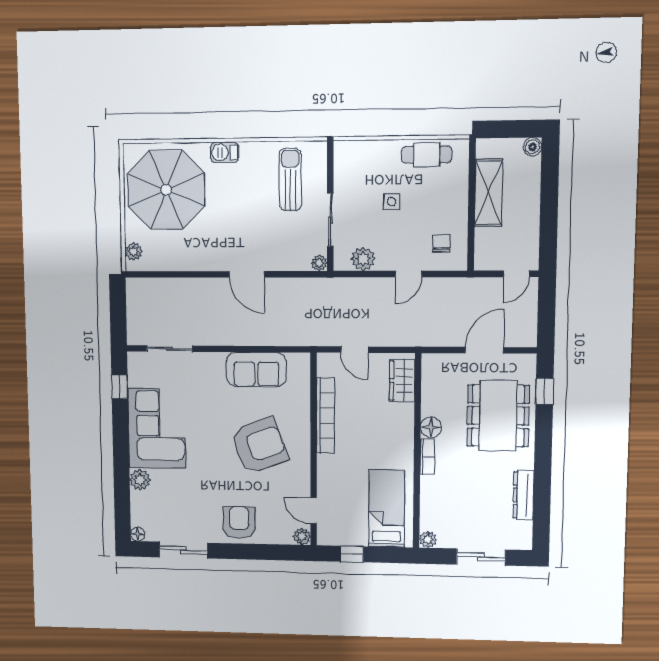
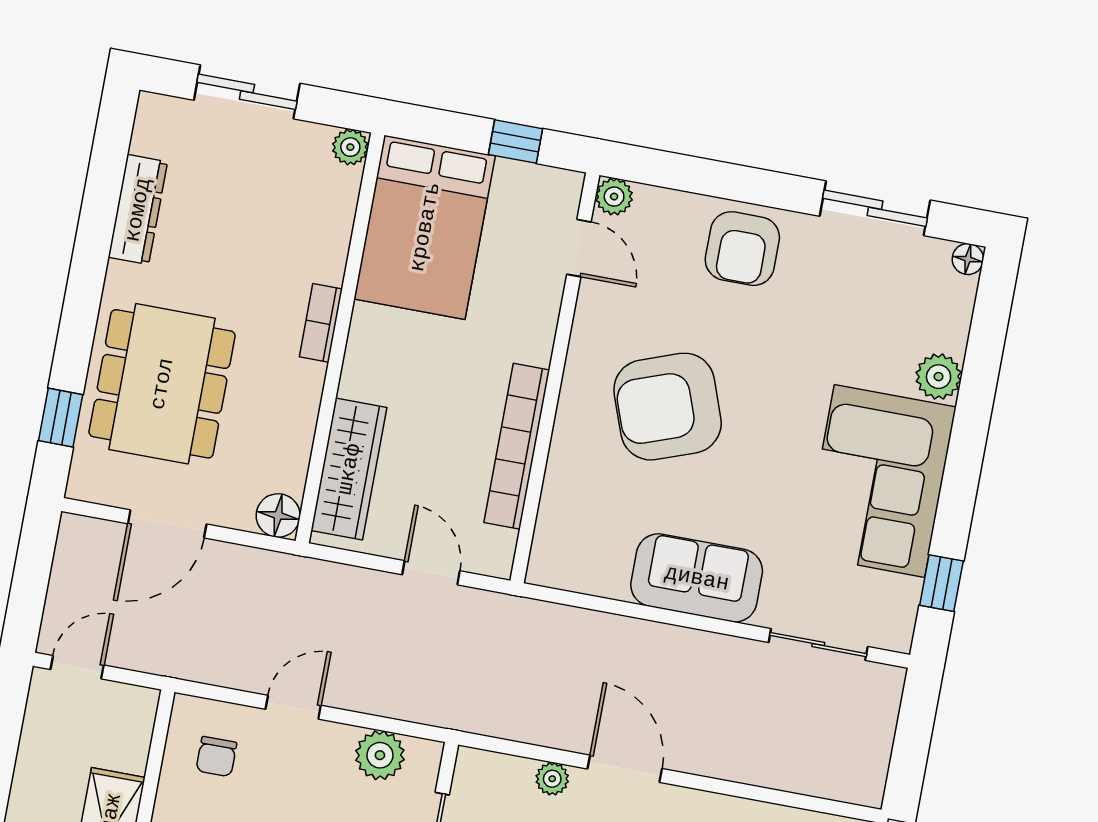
plant: (319, 263) -> (552, 779), moved
sofa: (256, 370) -> (697, 578), moved
wardrobe: (402, 381) -> (349, 469), width x1.50
floor lamp: (431, 427) -> (278, 515), moved
bed: (387, 509) -> (425, 227), width x1.50

